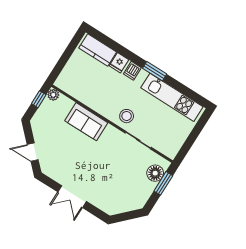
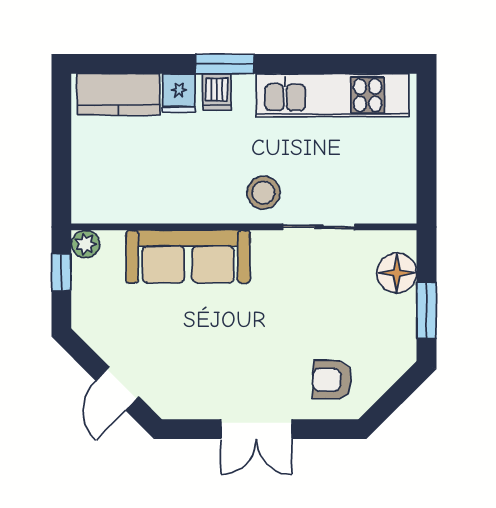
window: (155, 71) -> (225, 64), moved
sofa: (86, 122) -> (188, 257), width x1.36
door: (33, 152) -> (118, 389), hinge flipped
window: (163, 183) -> (426, 310), moved
armchair: (109, 196) -> (332, 380), added

